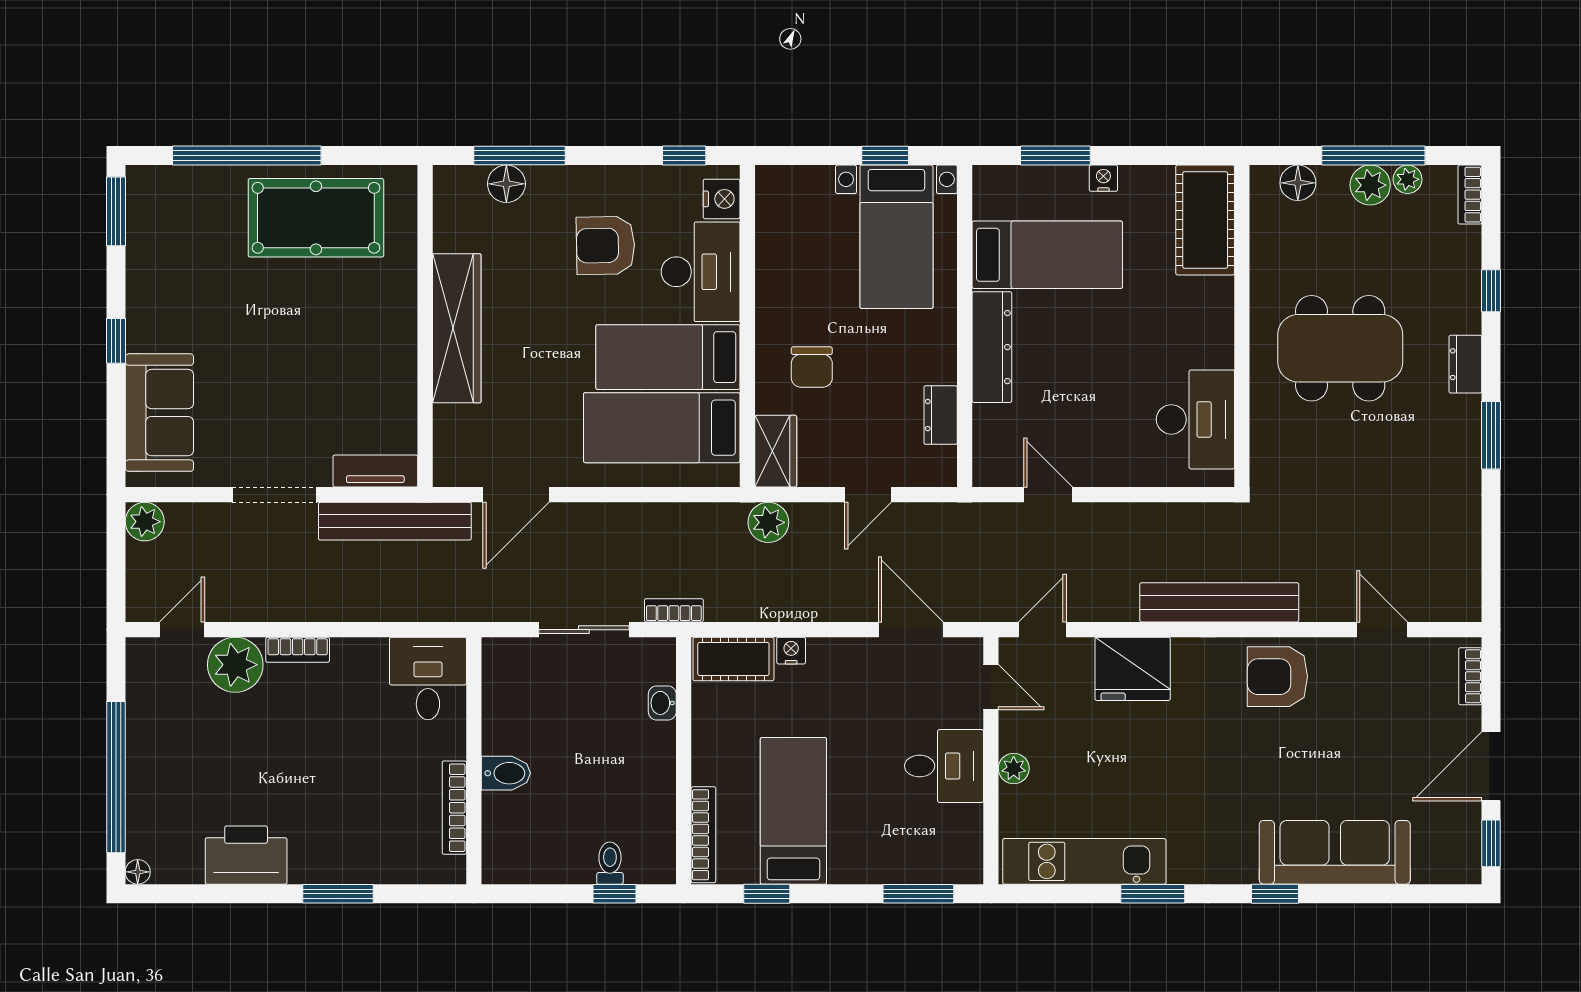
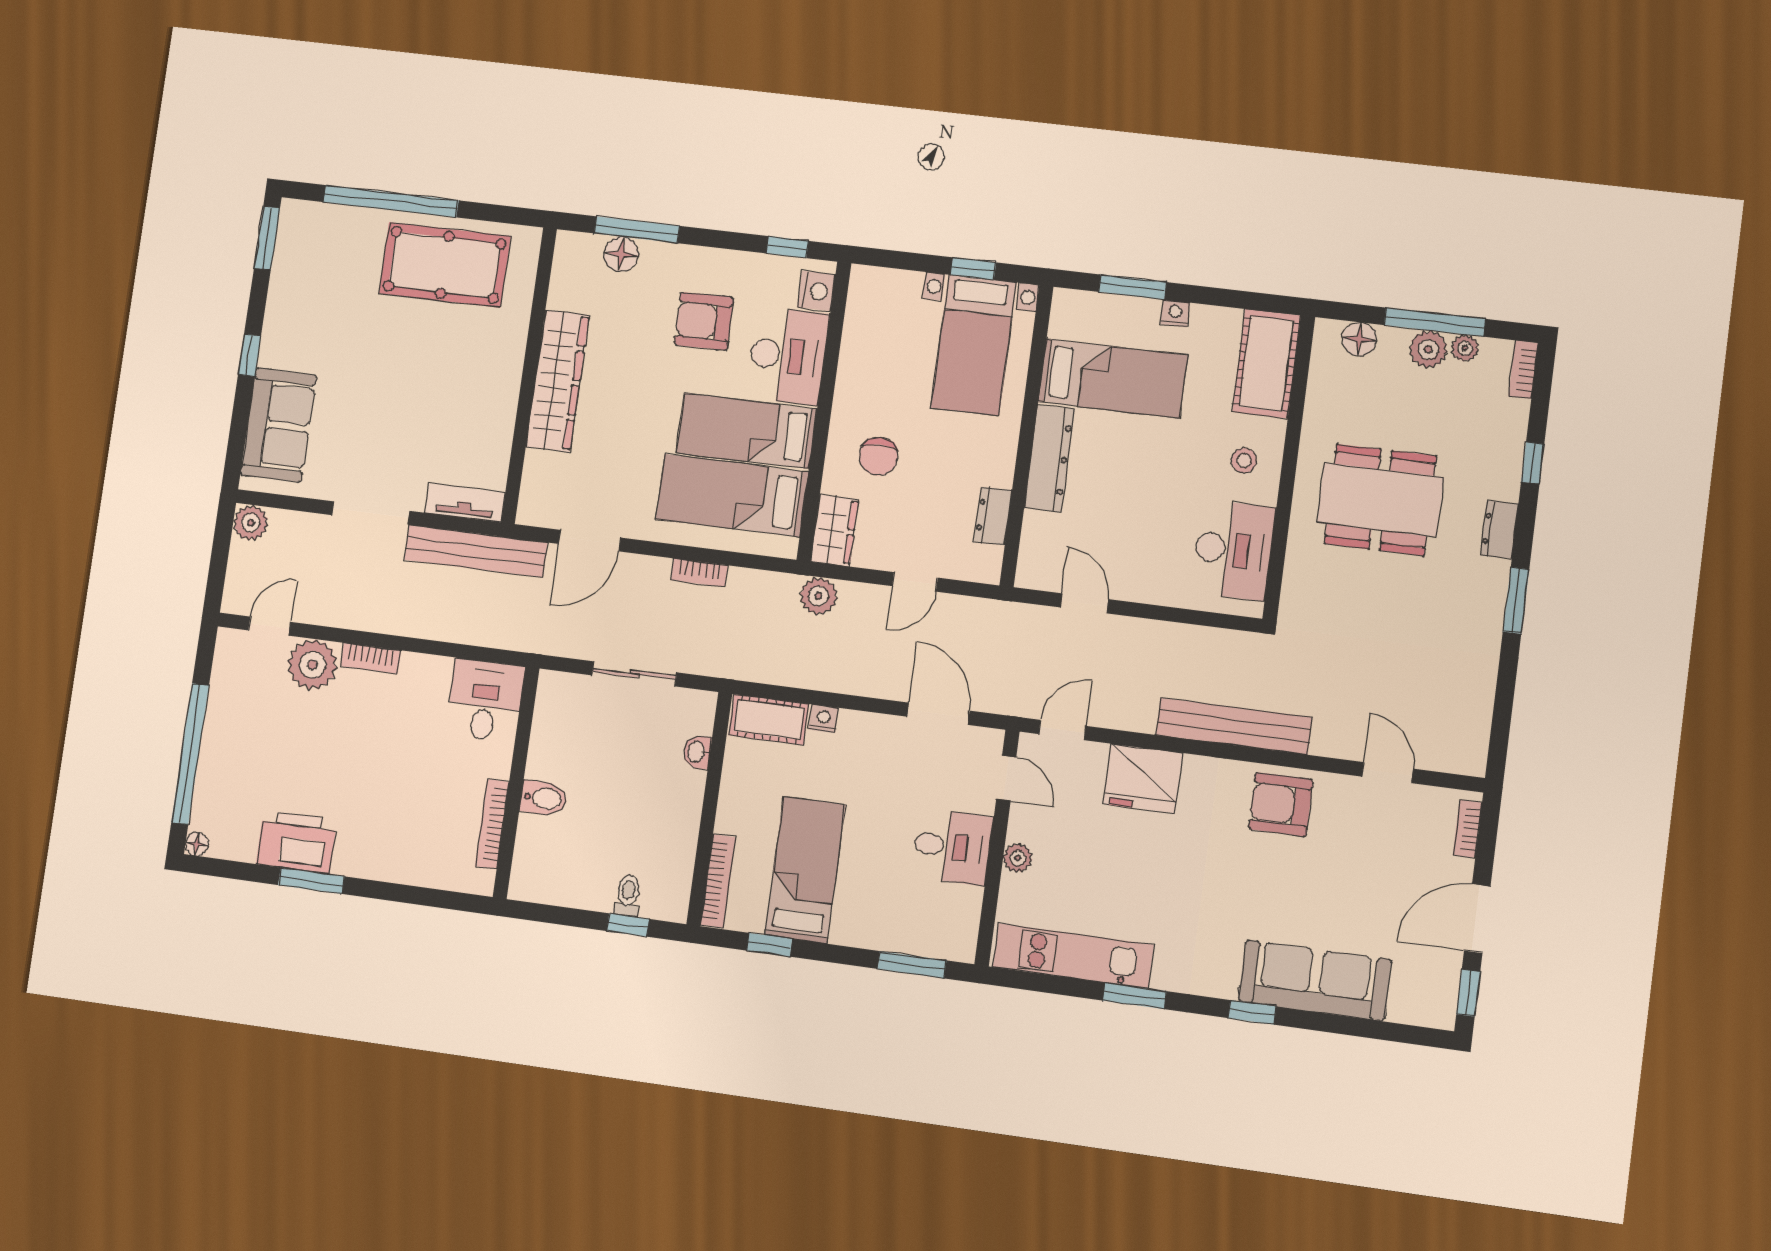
stool: (1195, 324) -> (1244, 461), added
bookcase: (674, 610) -> (699, 573), moved, turned 180
window: (338, 894) -> (311, 881), moved

